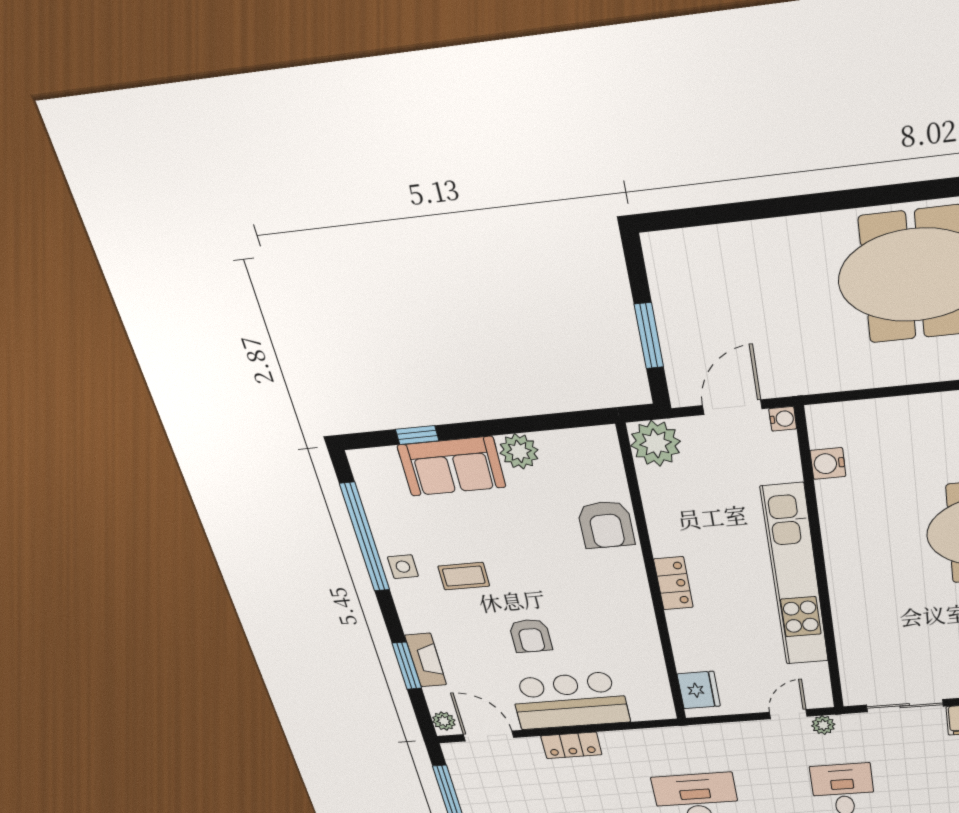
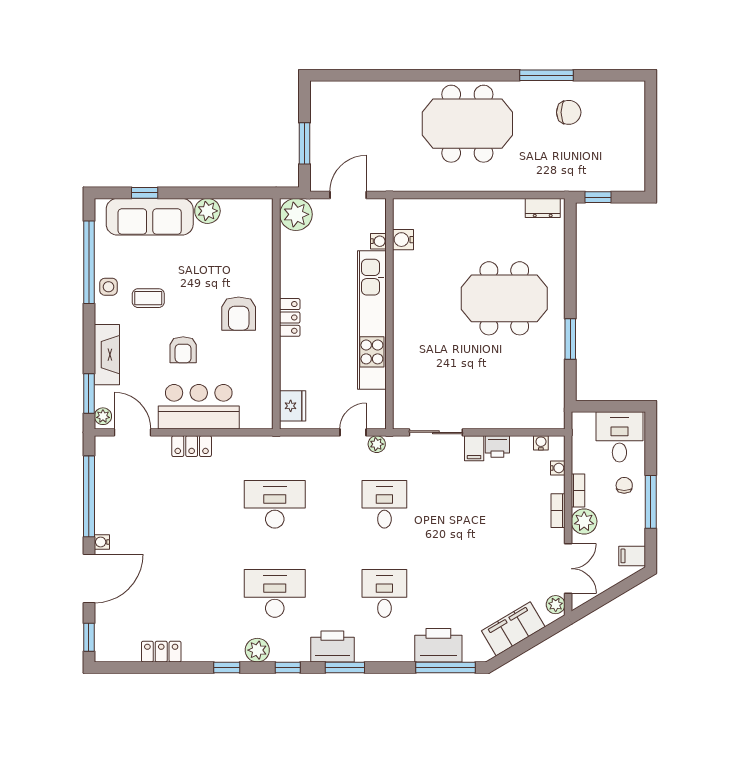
water cooler: (783, 419) -> (378, 241), moved
sofa: (452, 466) -> (150, 217), width x1.36
armchair: (606, 525) -> (239, 314), moved
fireplace: (426, 660) -> (107, 355), width x1.37, depth x1.32
window: (407, 666) -> (89, 393), moved

